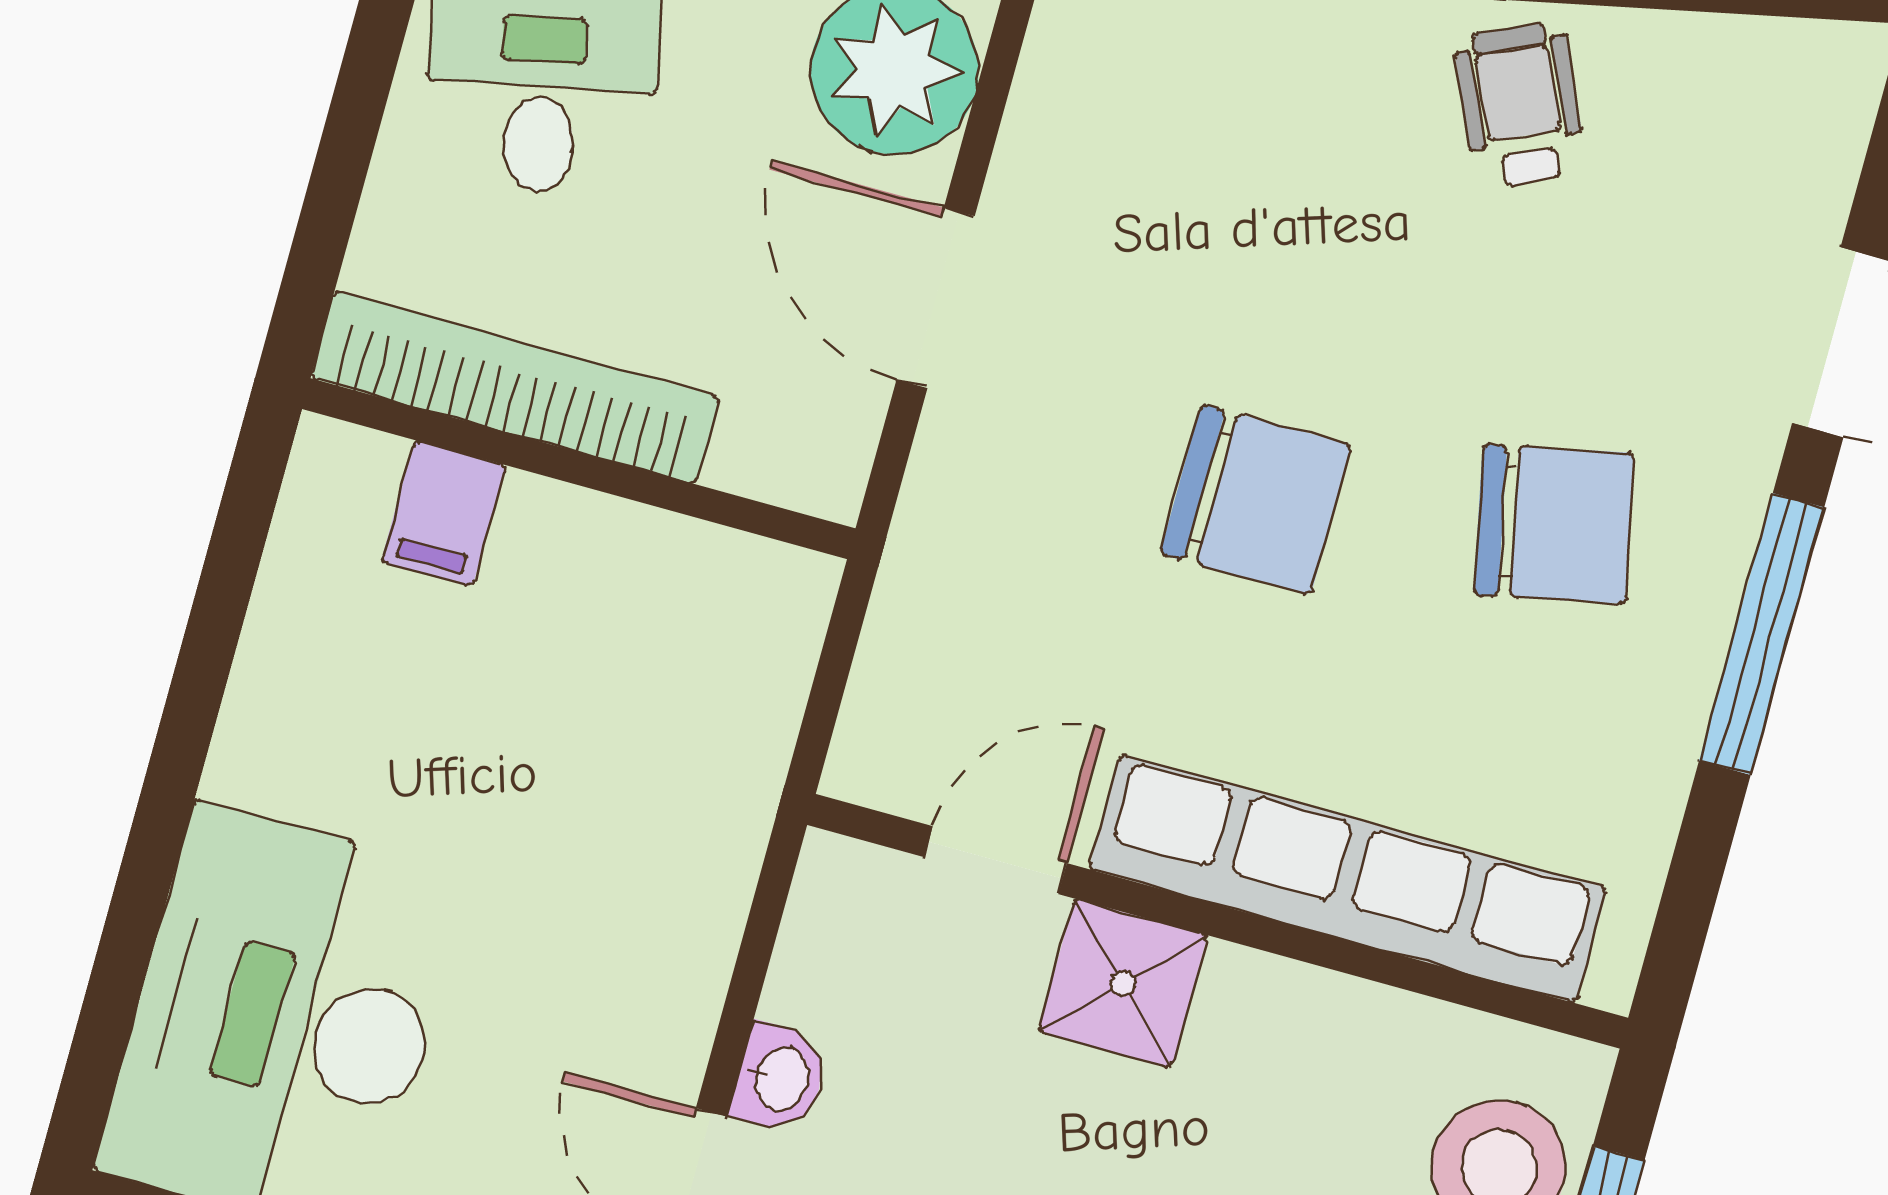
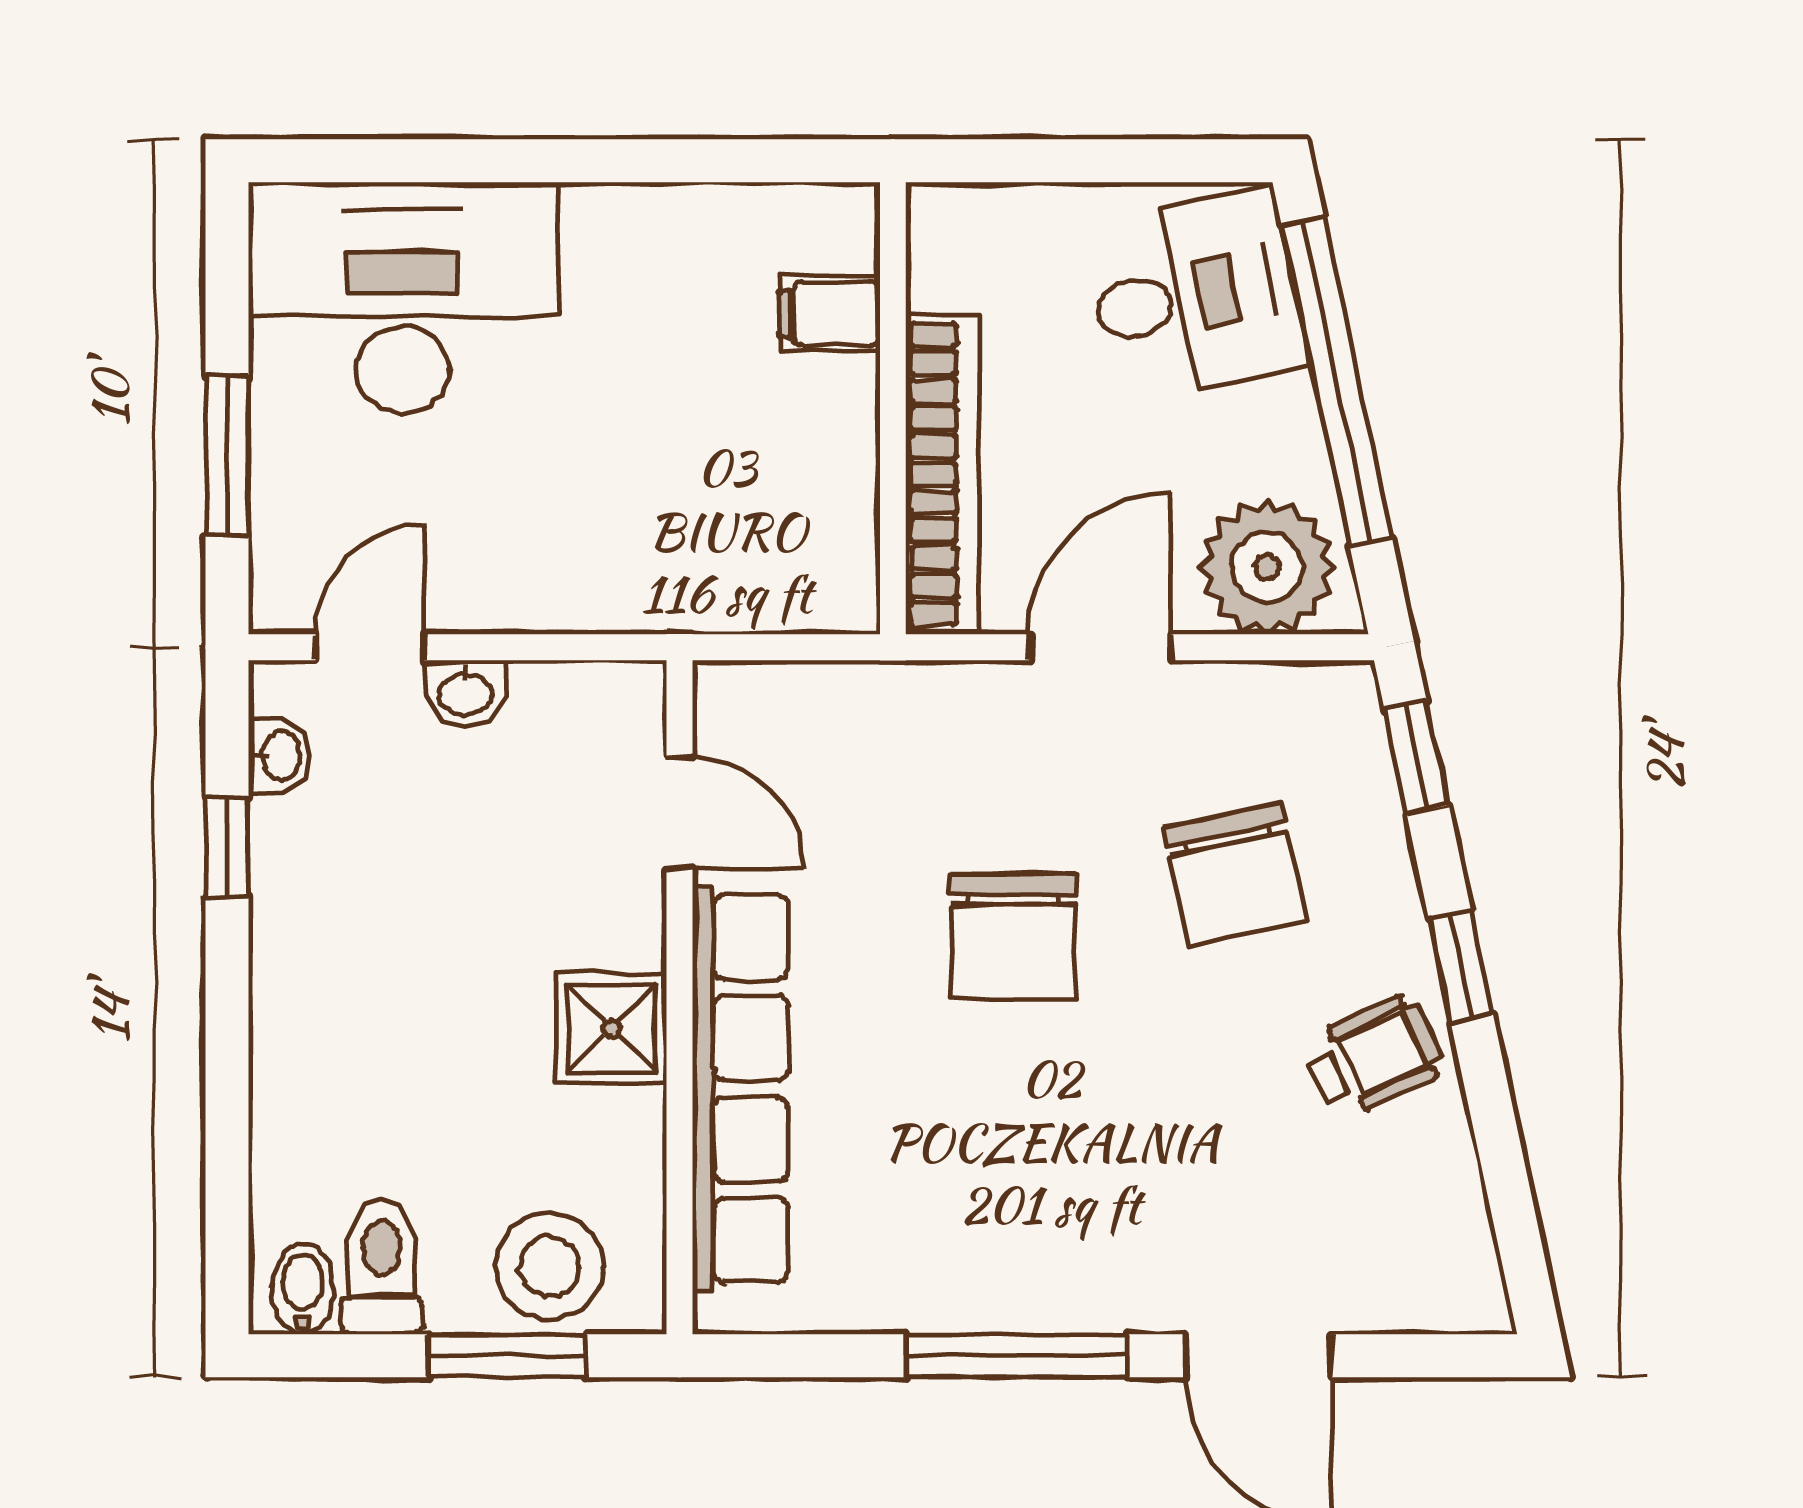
bookcase: (515, 387) -> (942, 474), moved
chair: (1554, 524) -> (1235, 874), moved
shower: (1123, 983) -> (611, 1029), moved

